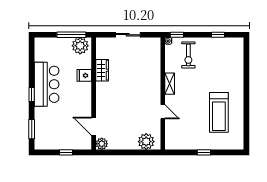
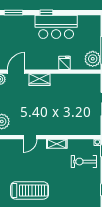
wardrobe: (102, 70) -> (40, 80), moved
treadmill: (219, 112) -> (29, 190), turned 180

